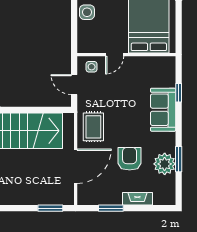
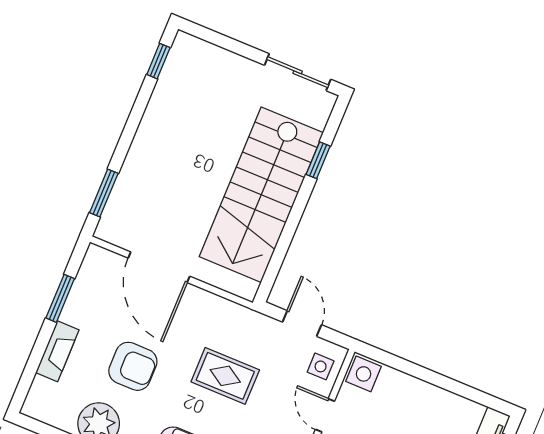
side table: (87, 12) -> (364, 374), moved
door: (74, 85) -> (302, 323), hinge flipped
rug: (93, 127) -> (225, 376), moved

